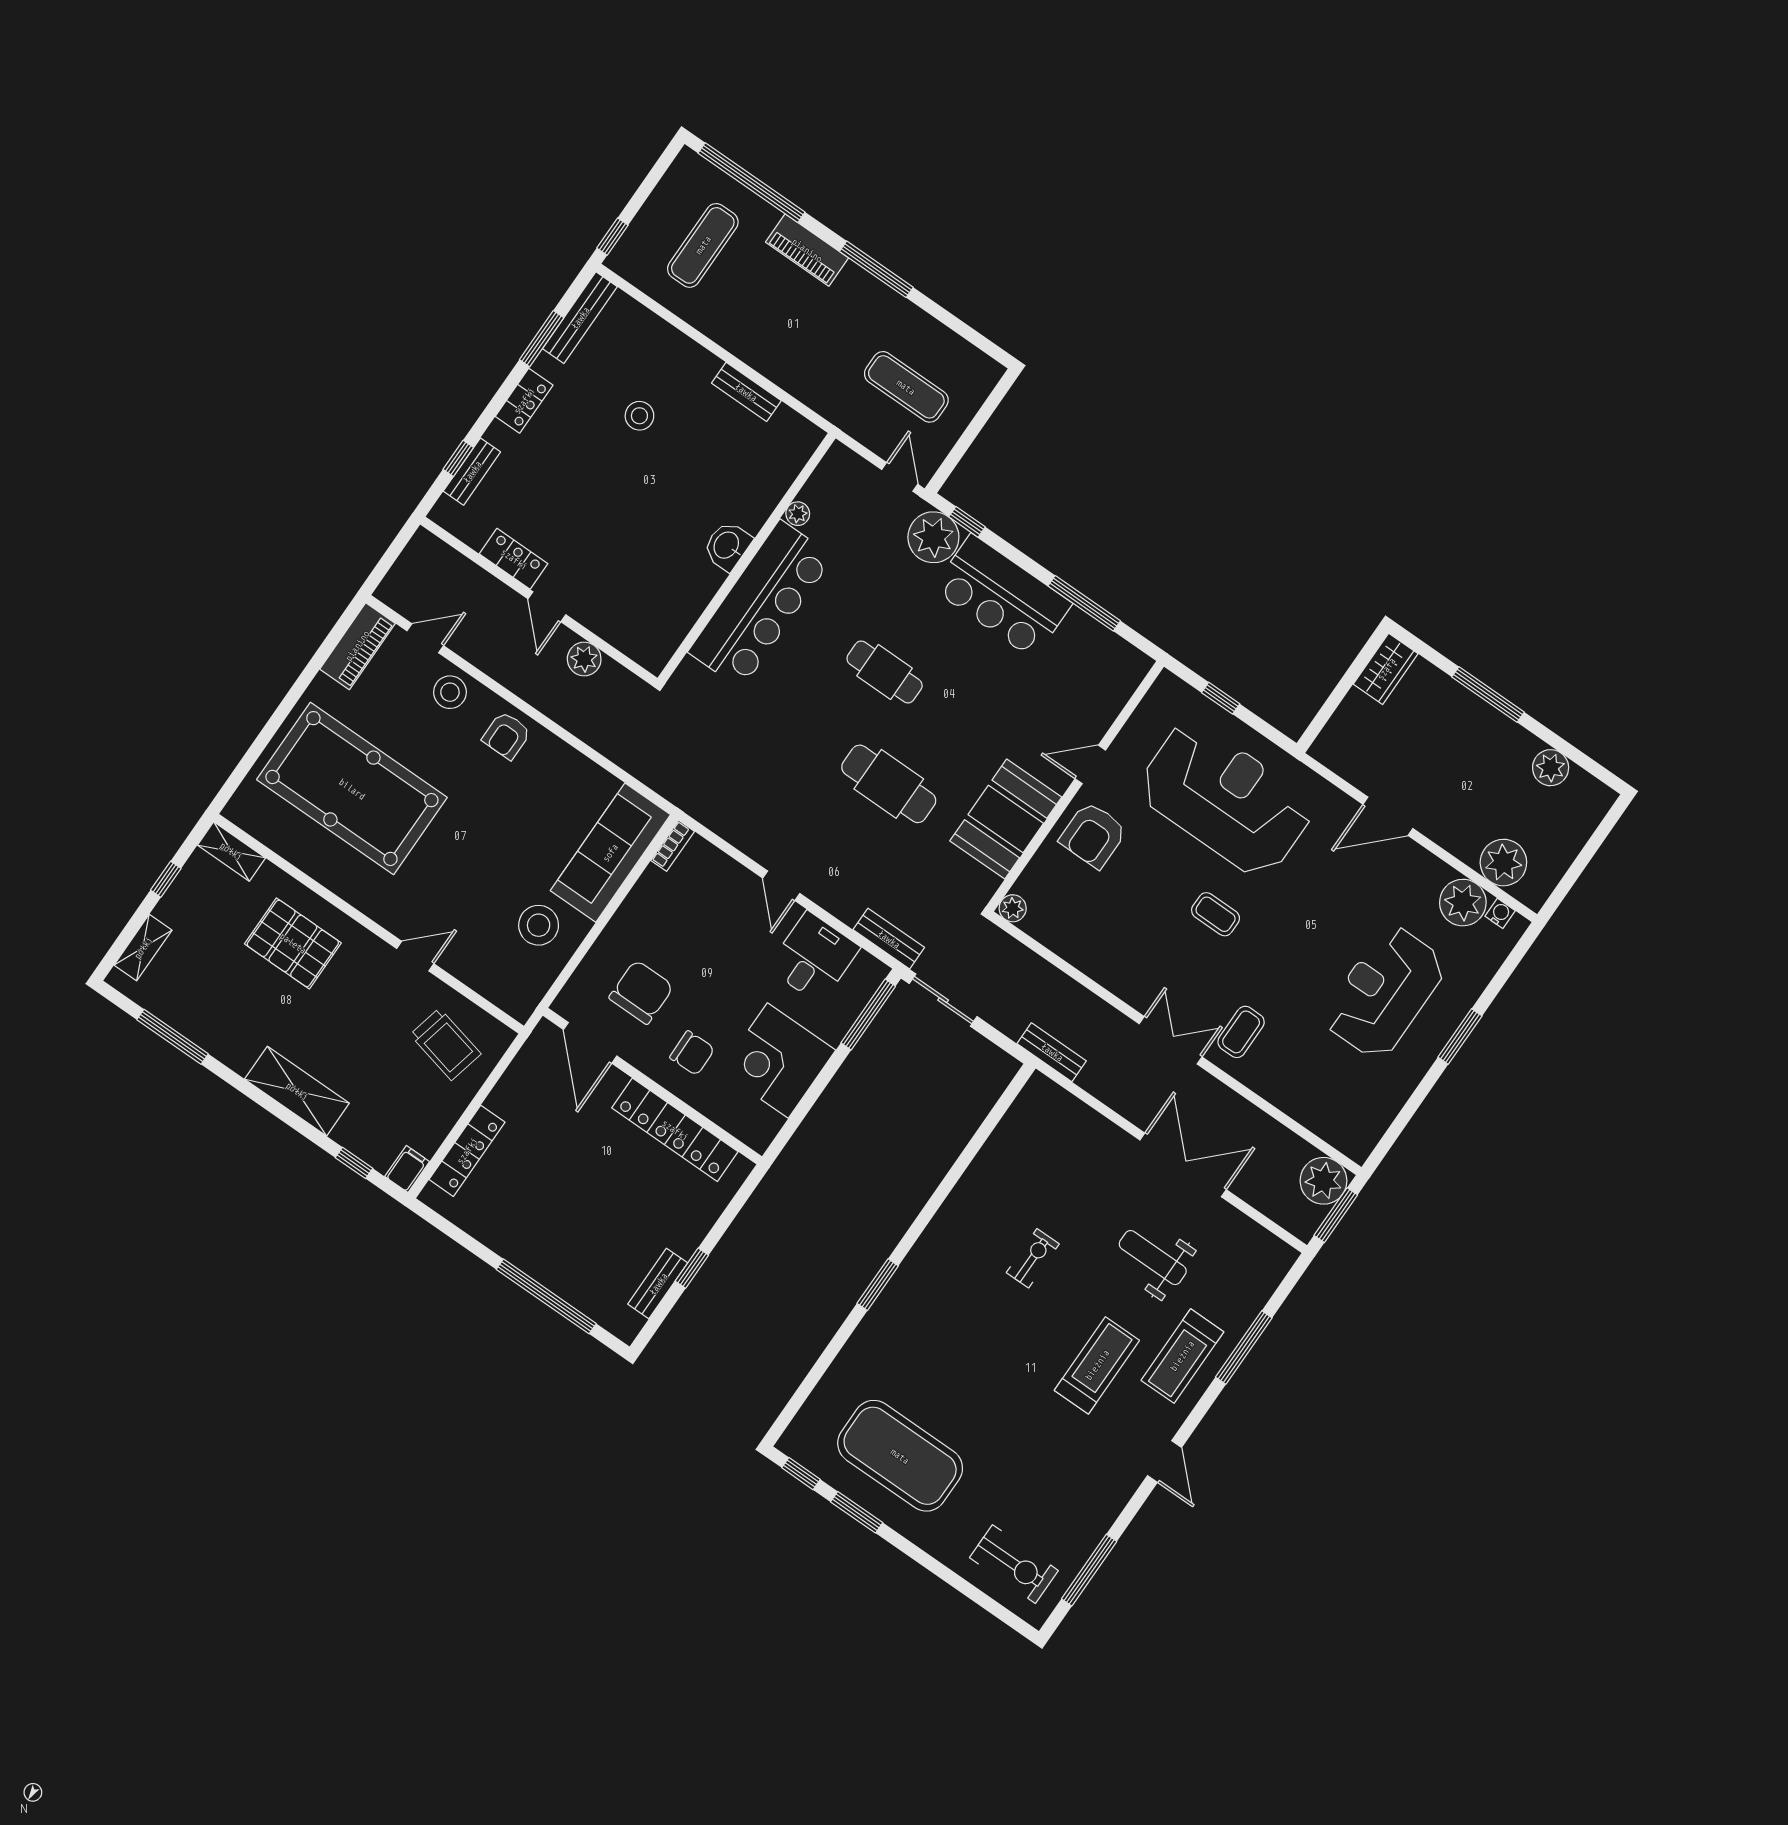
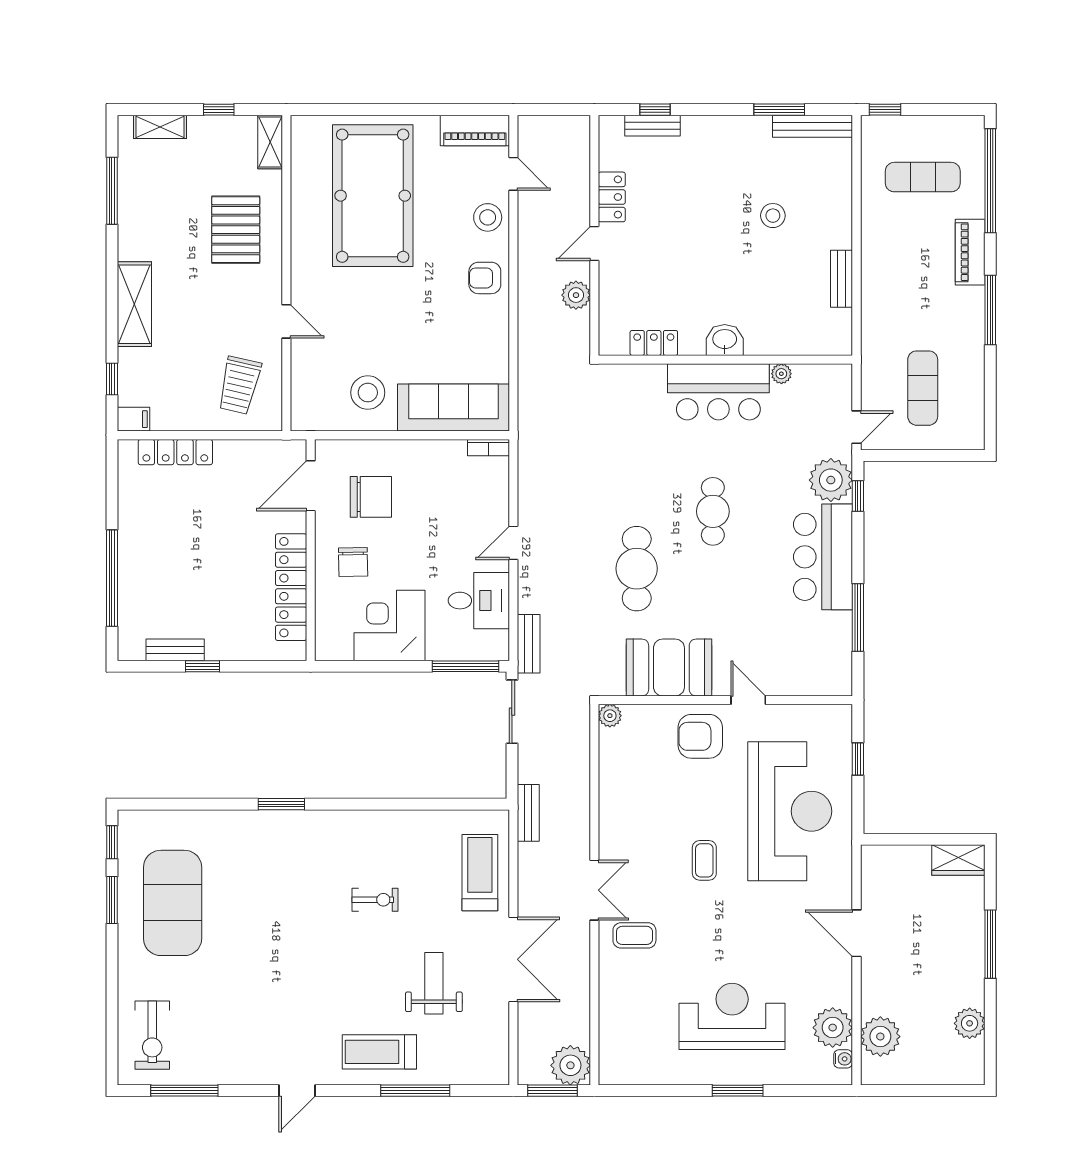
locker: (524, 401) -> (654, 343), moved, turned 180
bar counter: (761, 604) -> (718, 392), width x0.73
treadmill: (1097, 1365) -> (480, 873), moved, turned -90

